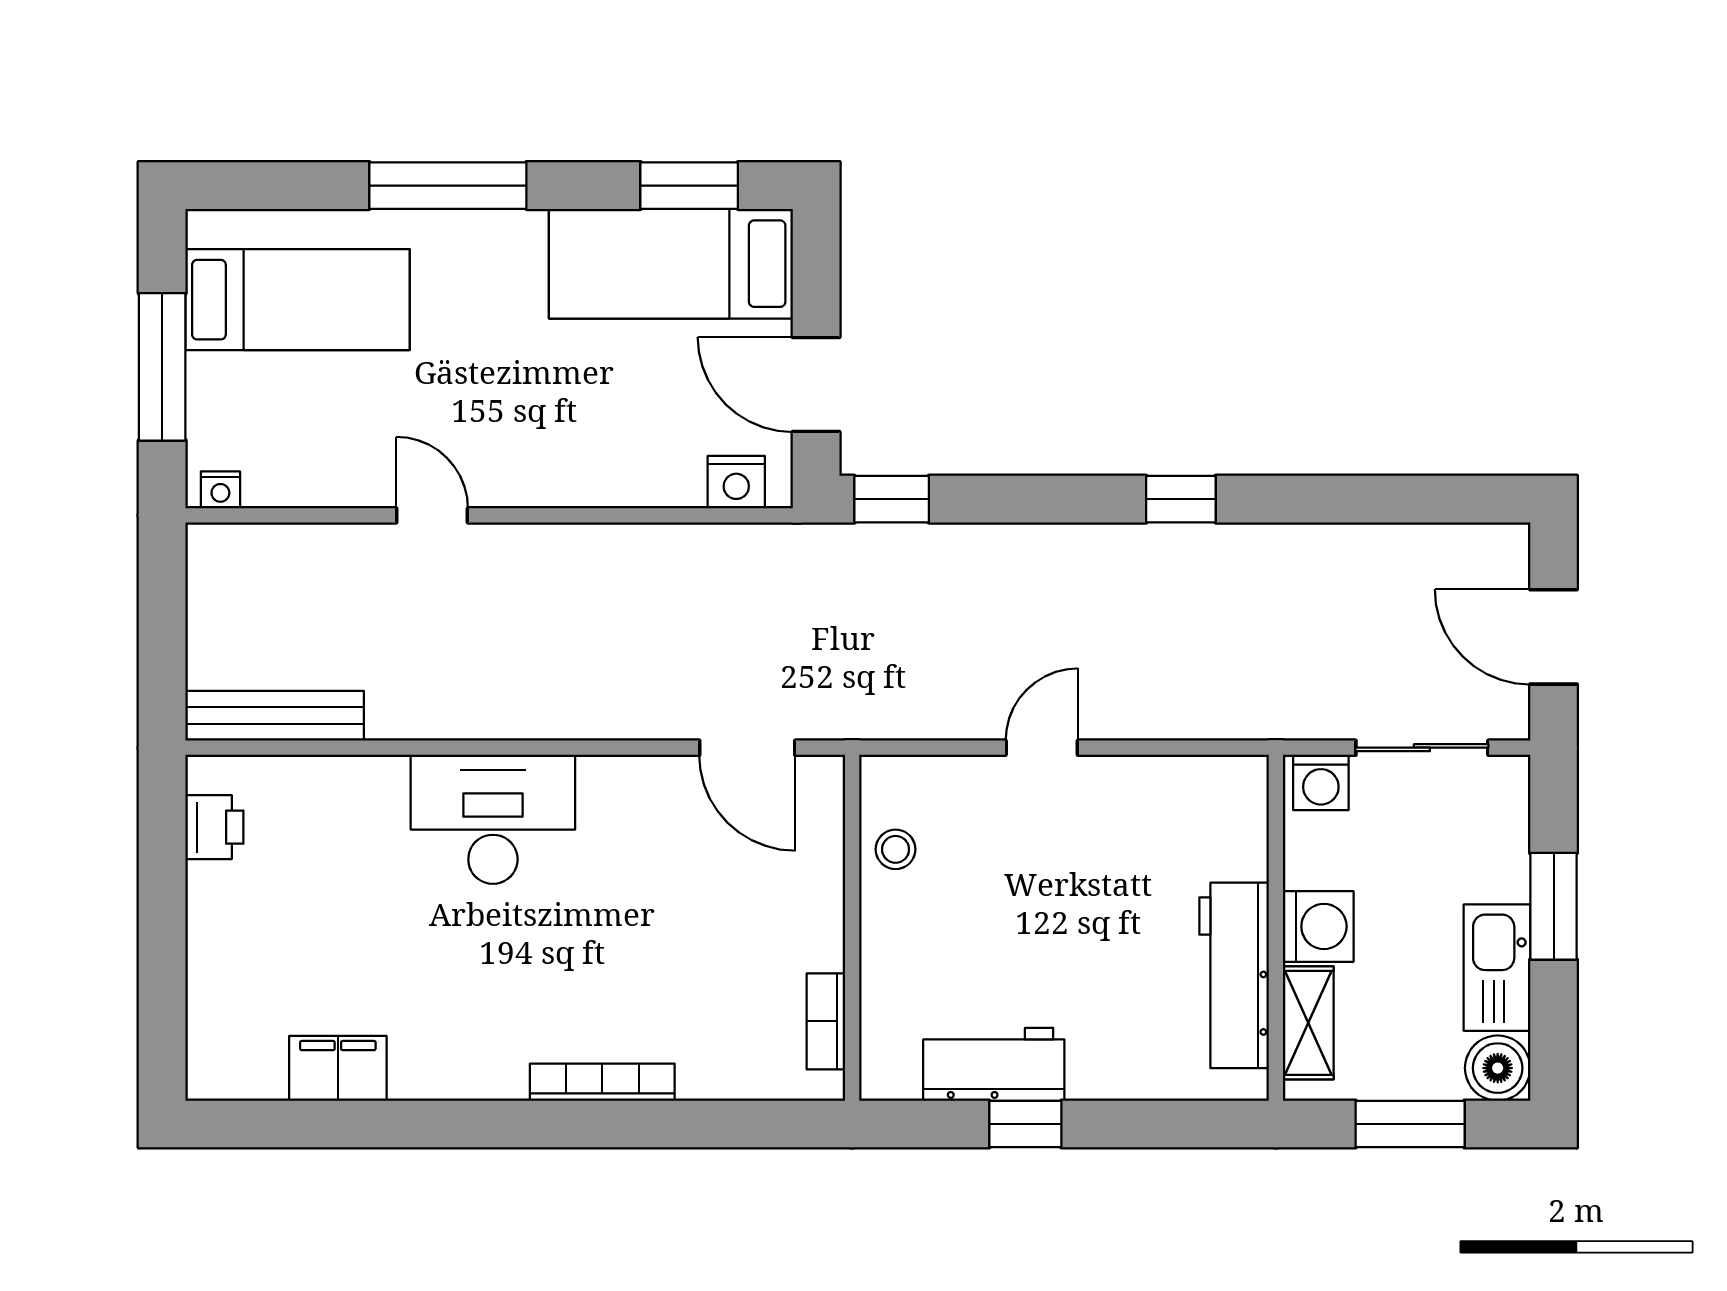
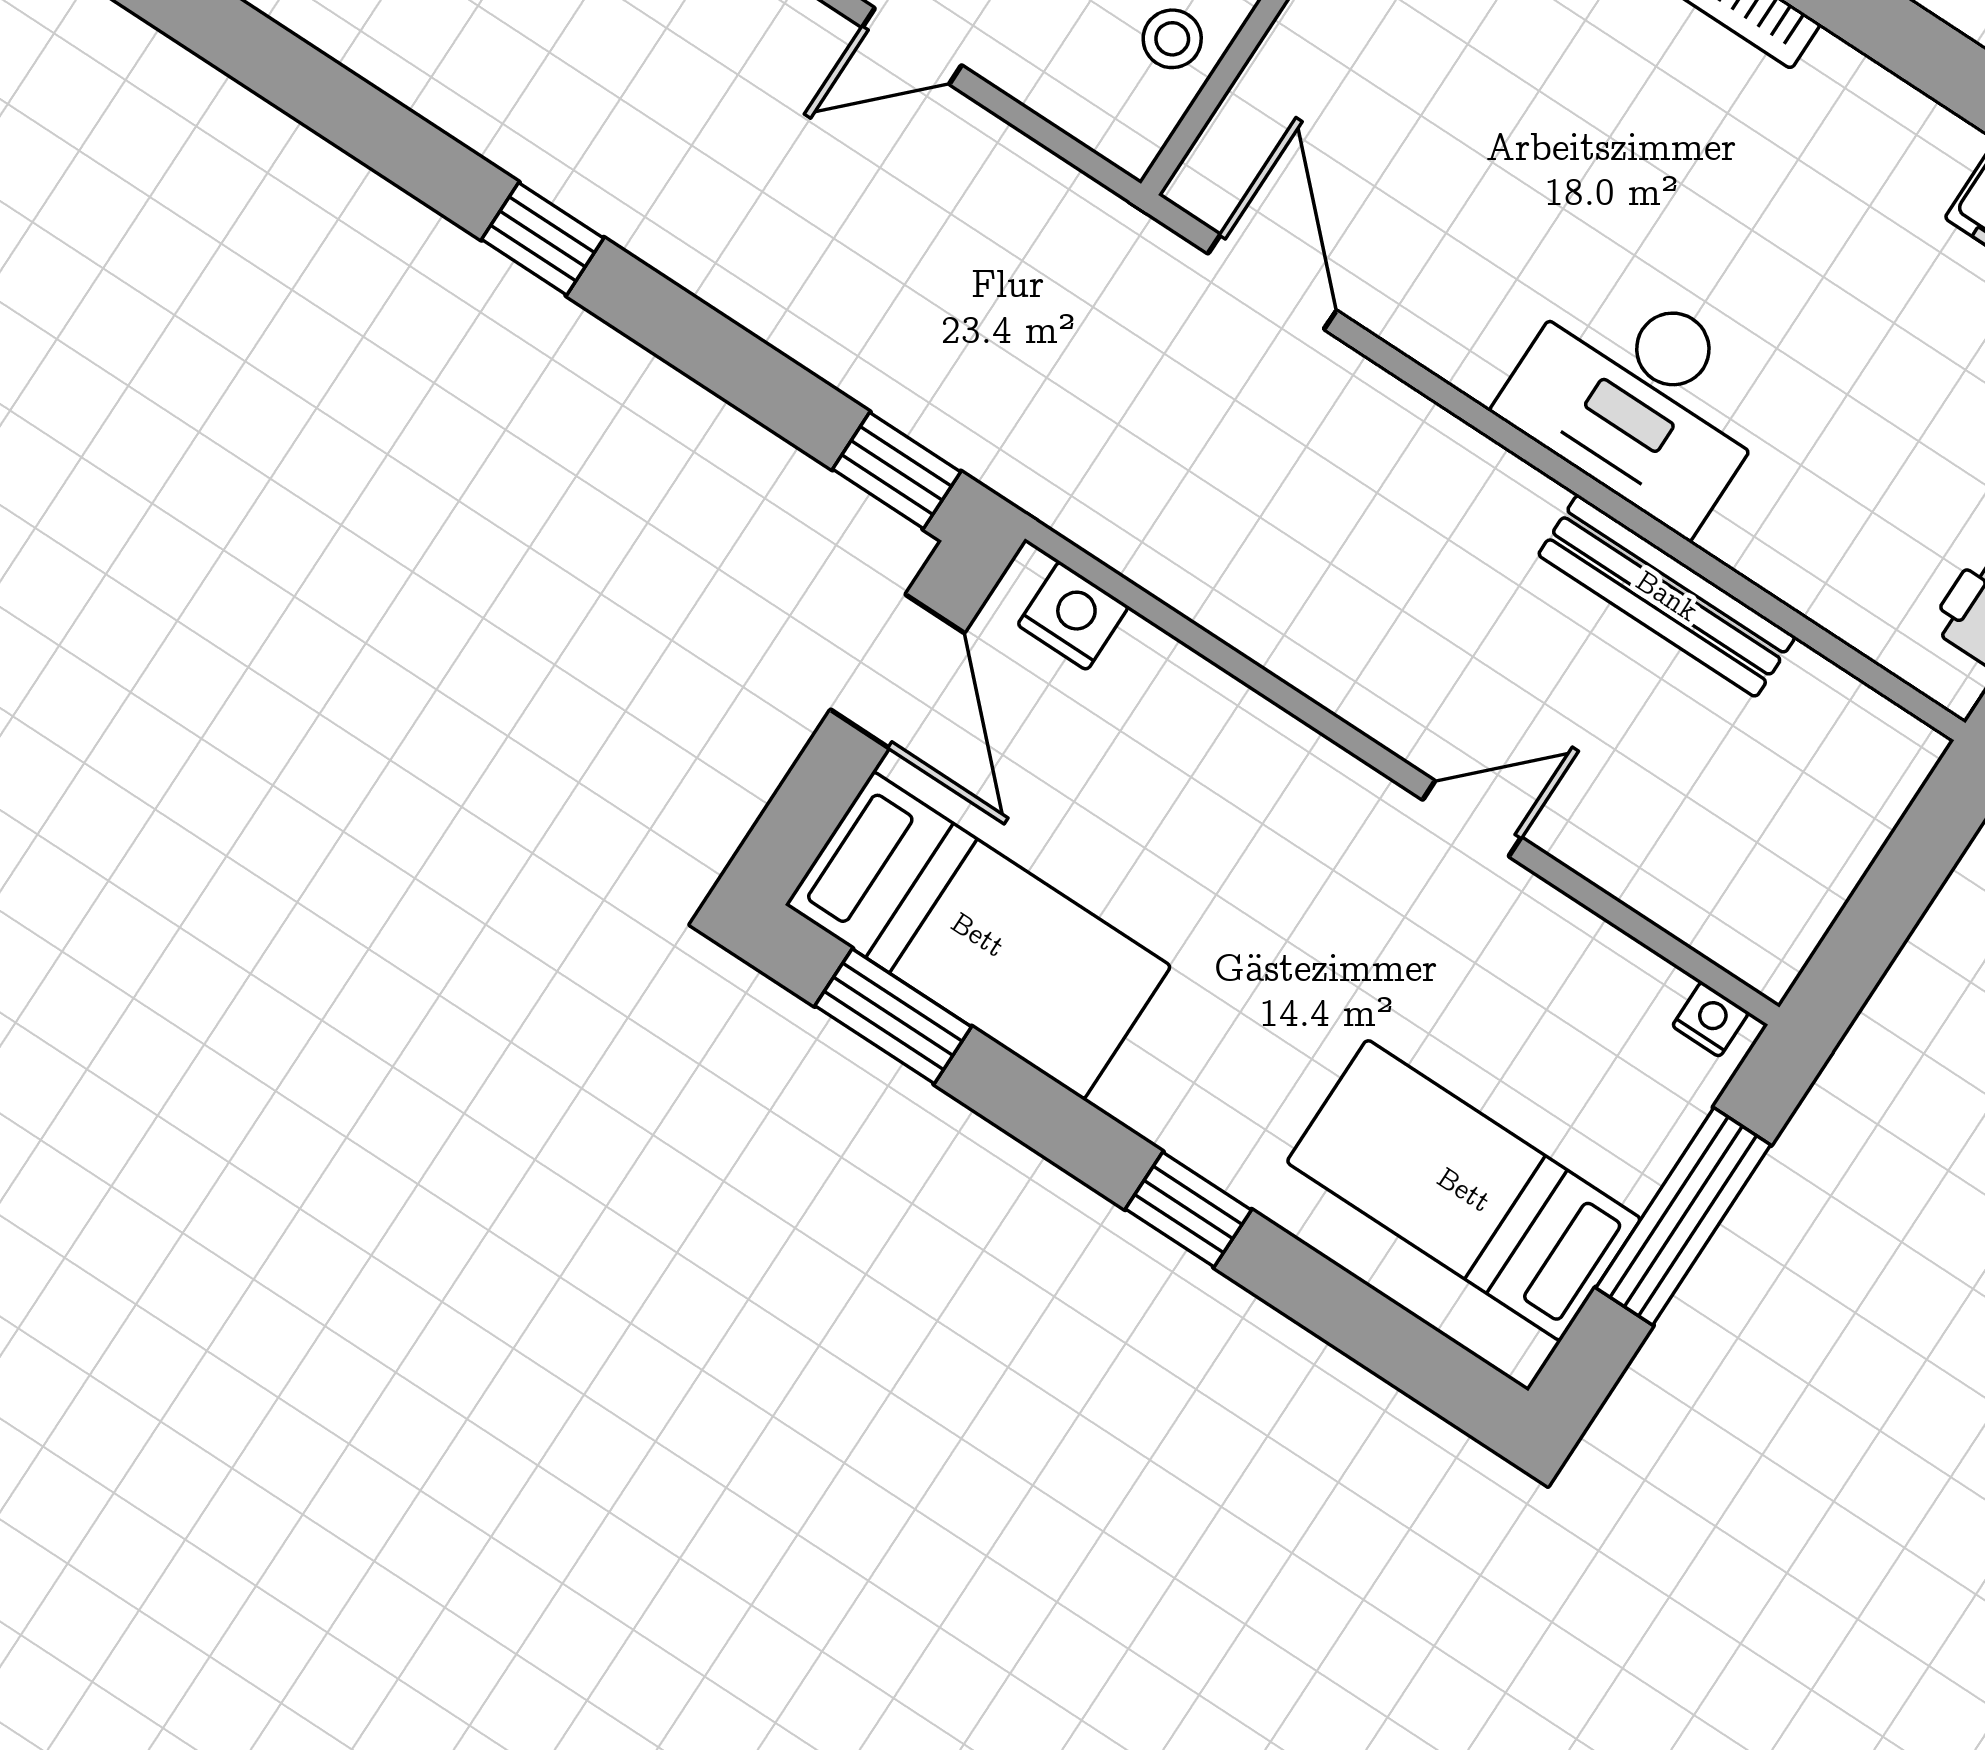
window: (448, 186) -> (1188, 1209), width x0.46
door: (432, 515) -> (1472, 819), swing flipped
bench: (275, 716) -> (1667, 596), moved

